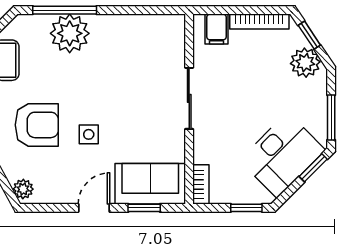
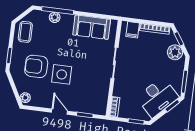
plant: (70, 33) -> (55, 17), width x0.53, depth x0.53
armchair: (37, 125) -> (36, 66), turned 180
side table: (89, 134) -> (62, 74), width x1.87, depth x1.87
sofa: (150, 184) -> (92, 27), moved, turned 180
door: (94, 208) -> (60, 112), hinge flipped

